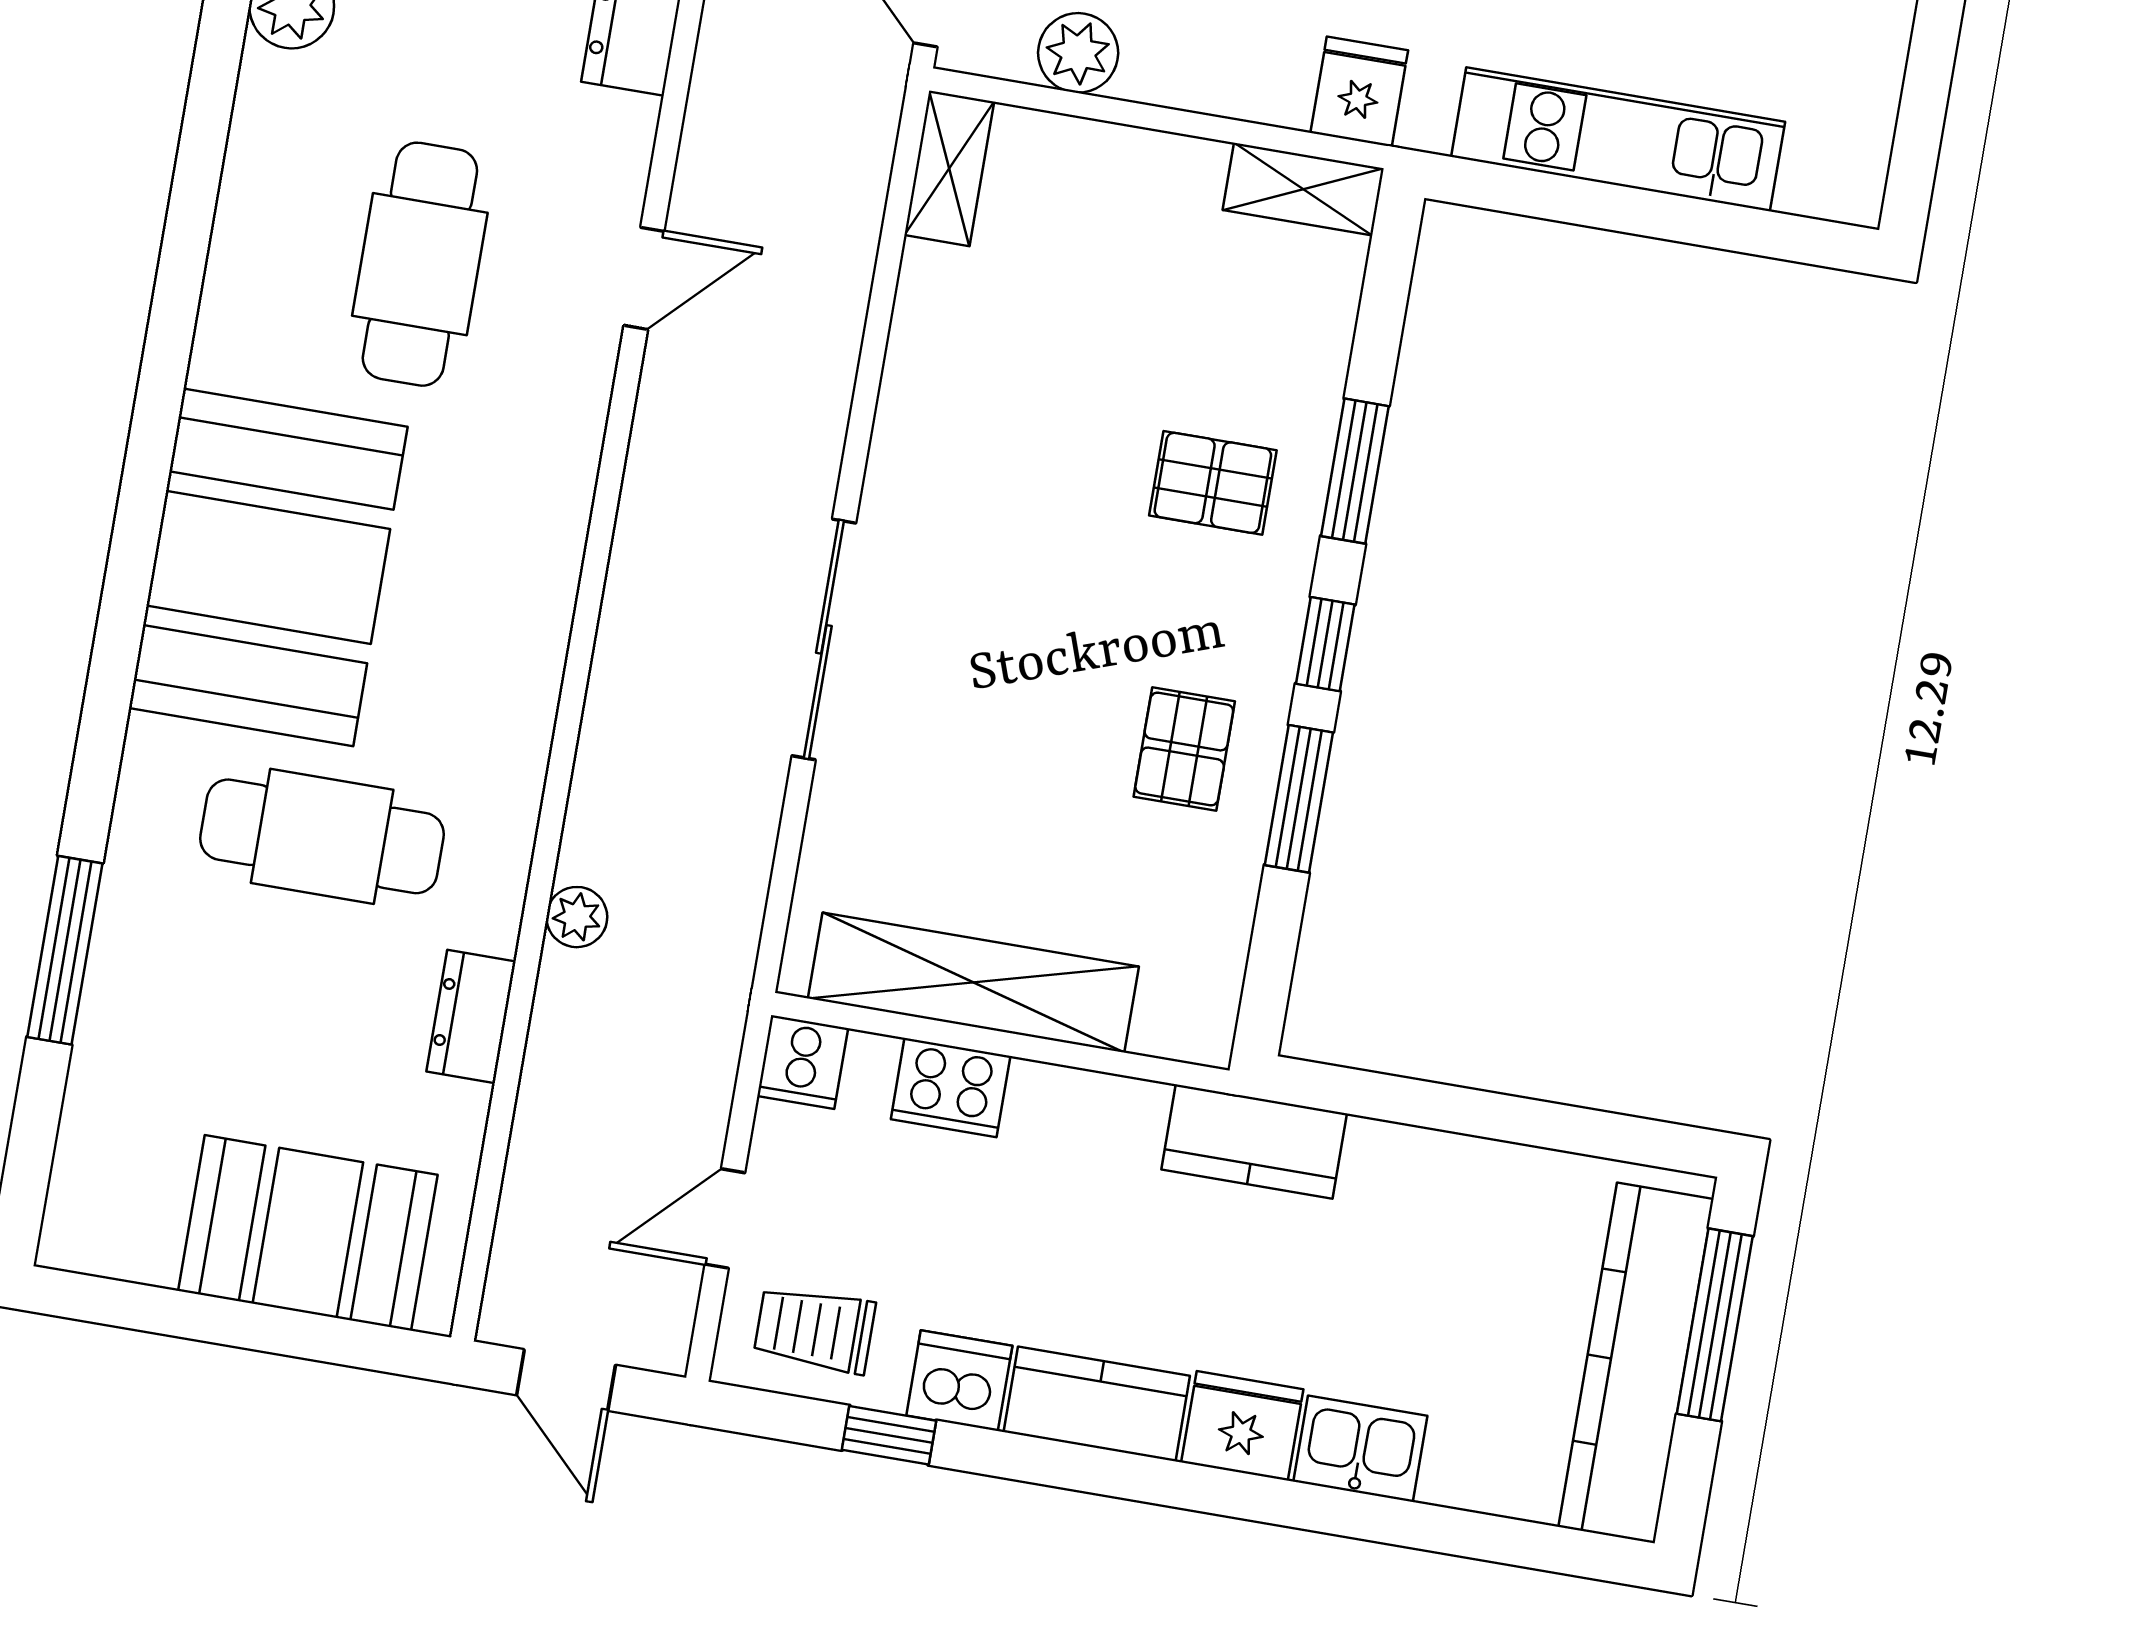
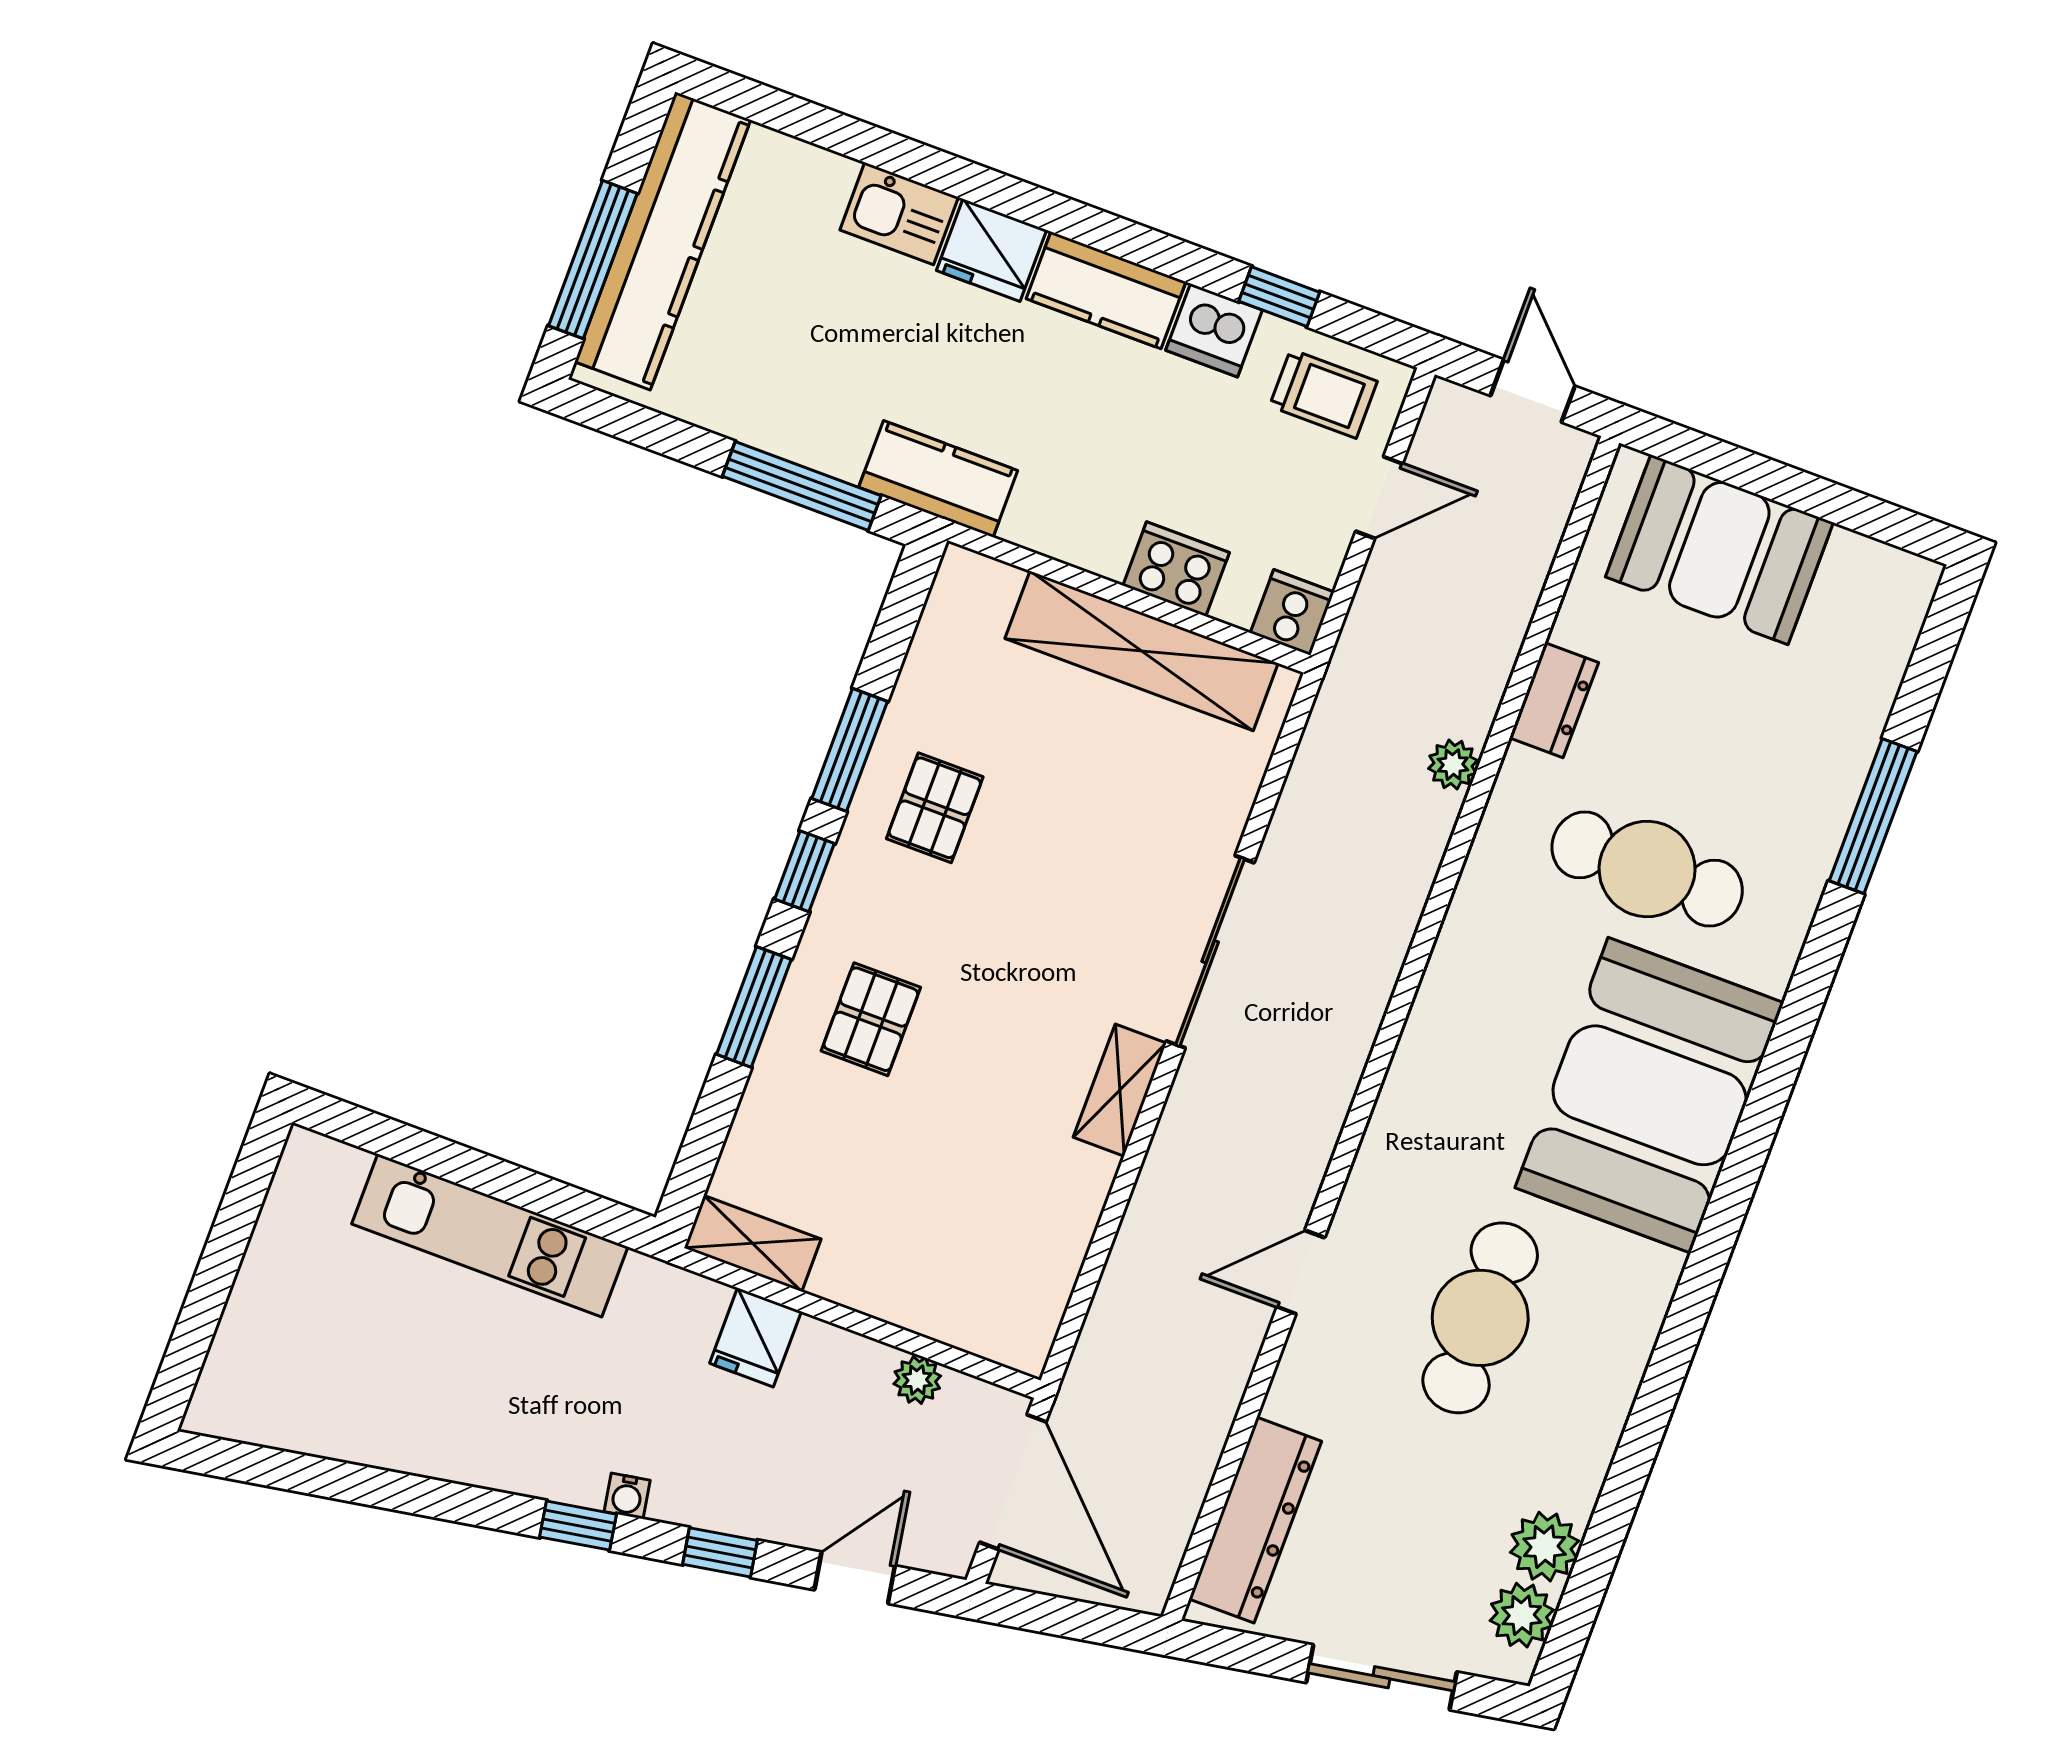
plant: (1078, 53) -> (917, 1380), width x0.73, depth x0.73
fridge: (1359, 92) -> (755, 1337), moved
shelving: (949, 168) -> (1120, 1090), moved
pallet: (1213, 483) -> (871, 1019), turned 90
window: (1415, 1102) -> (802, 486), added

